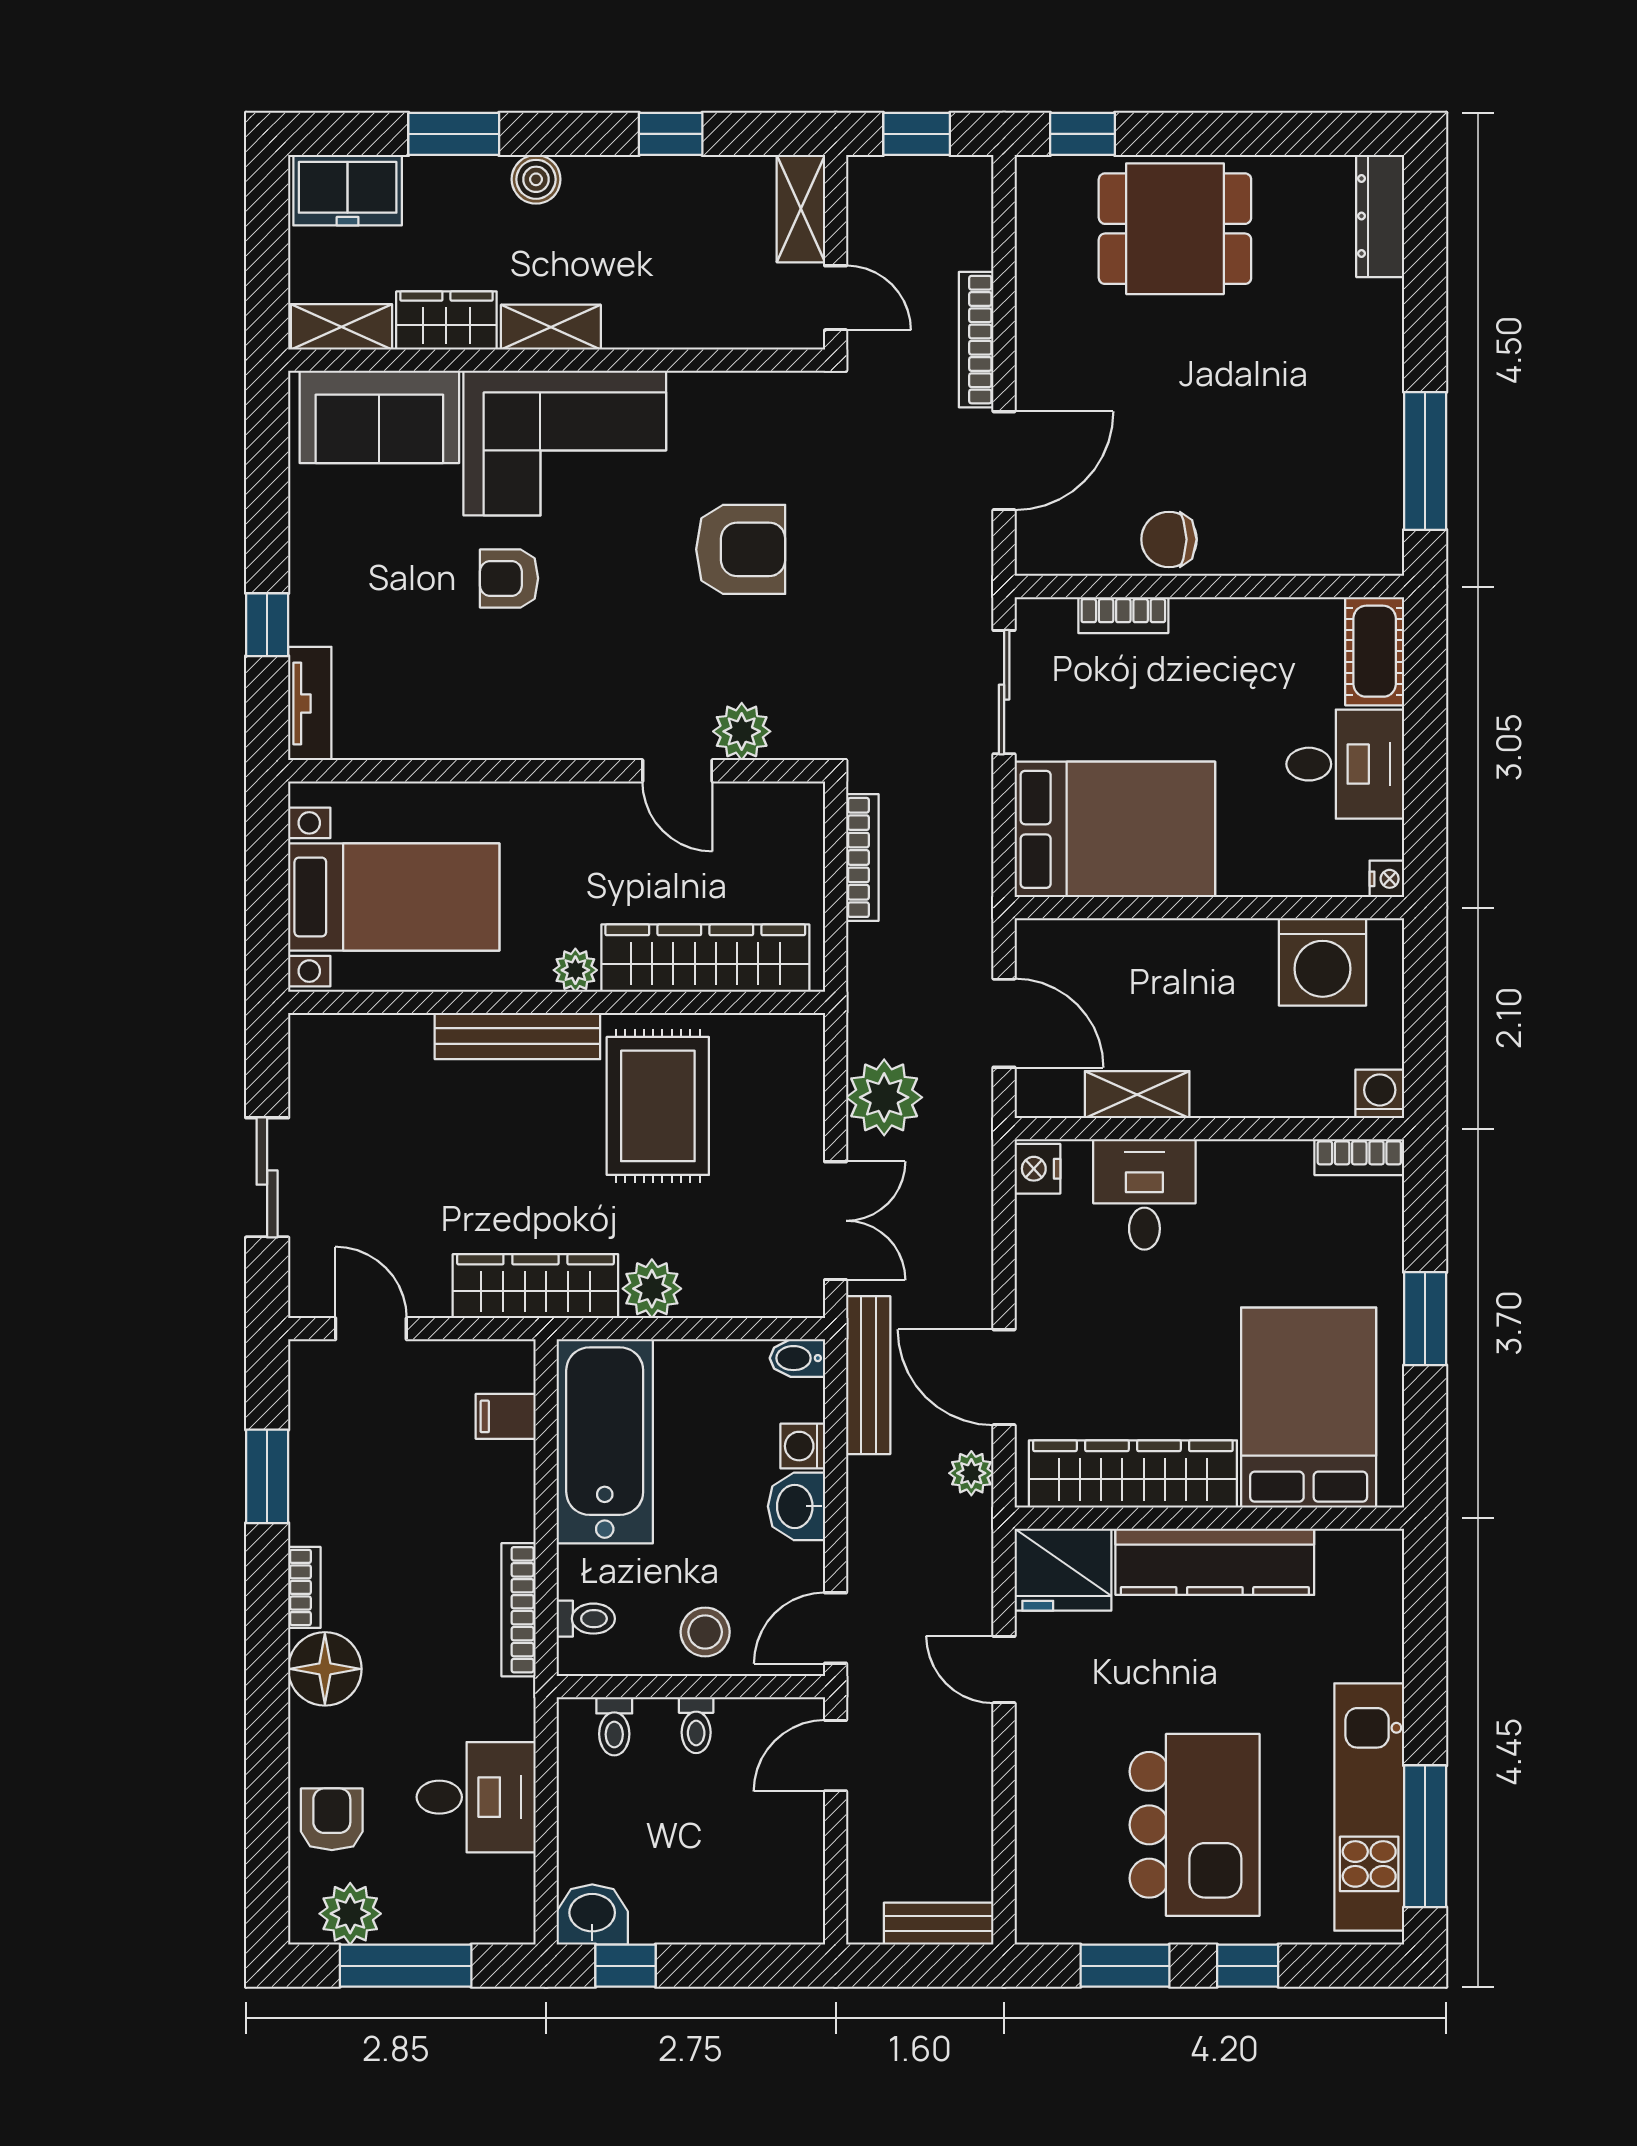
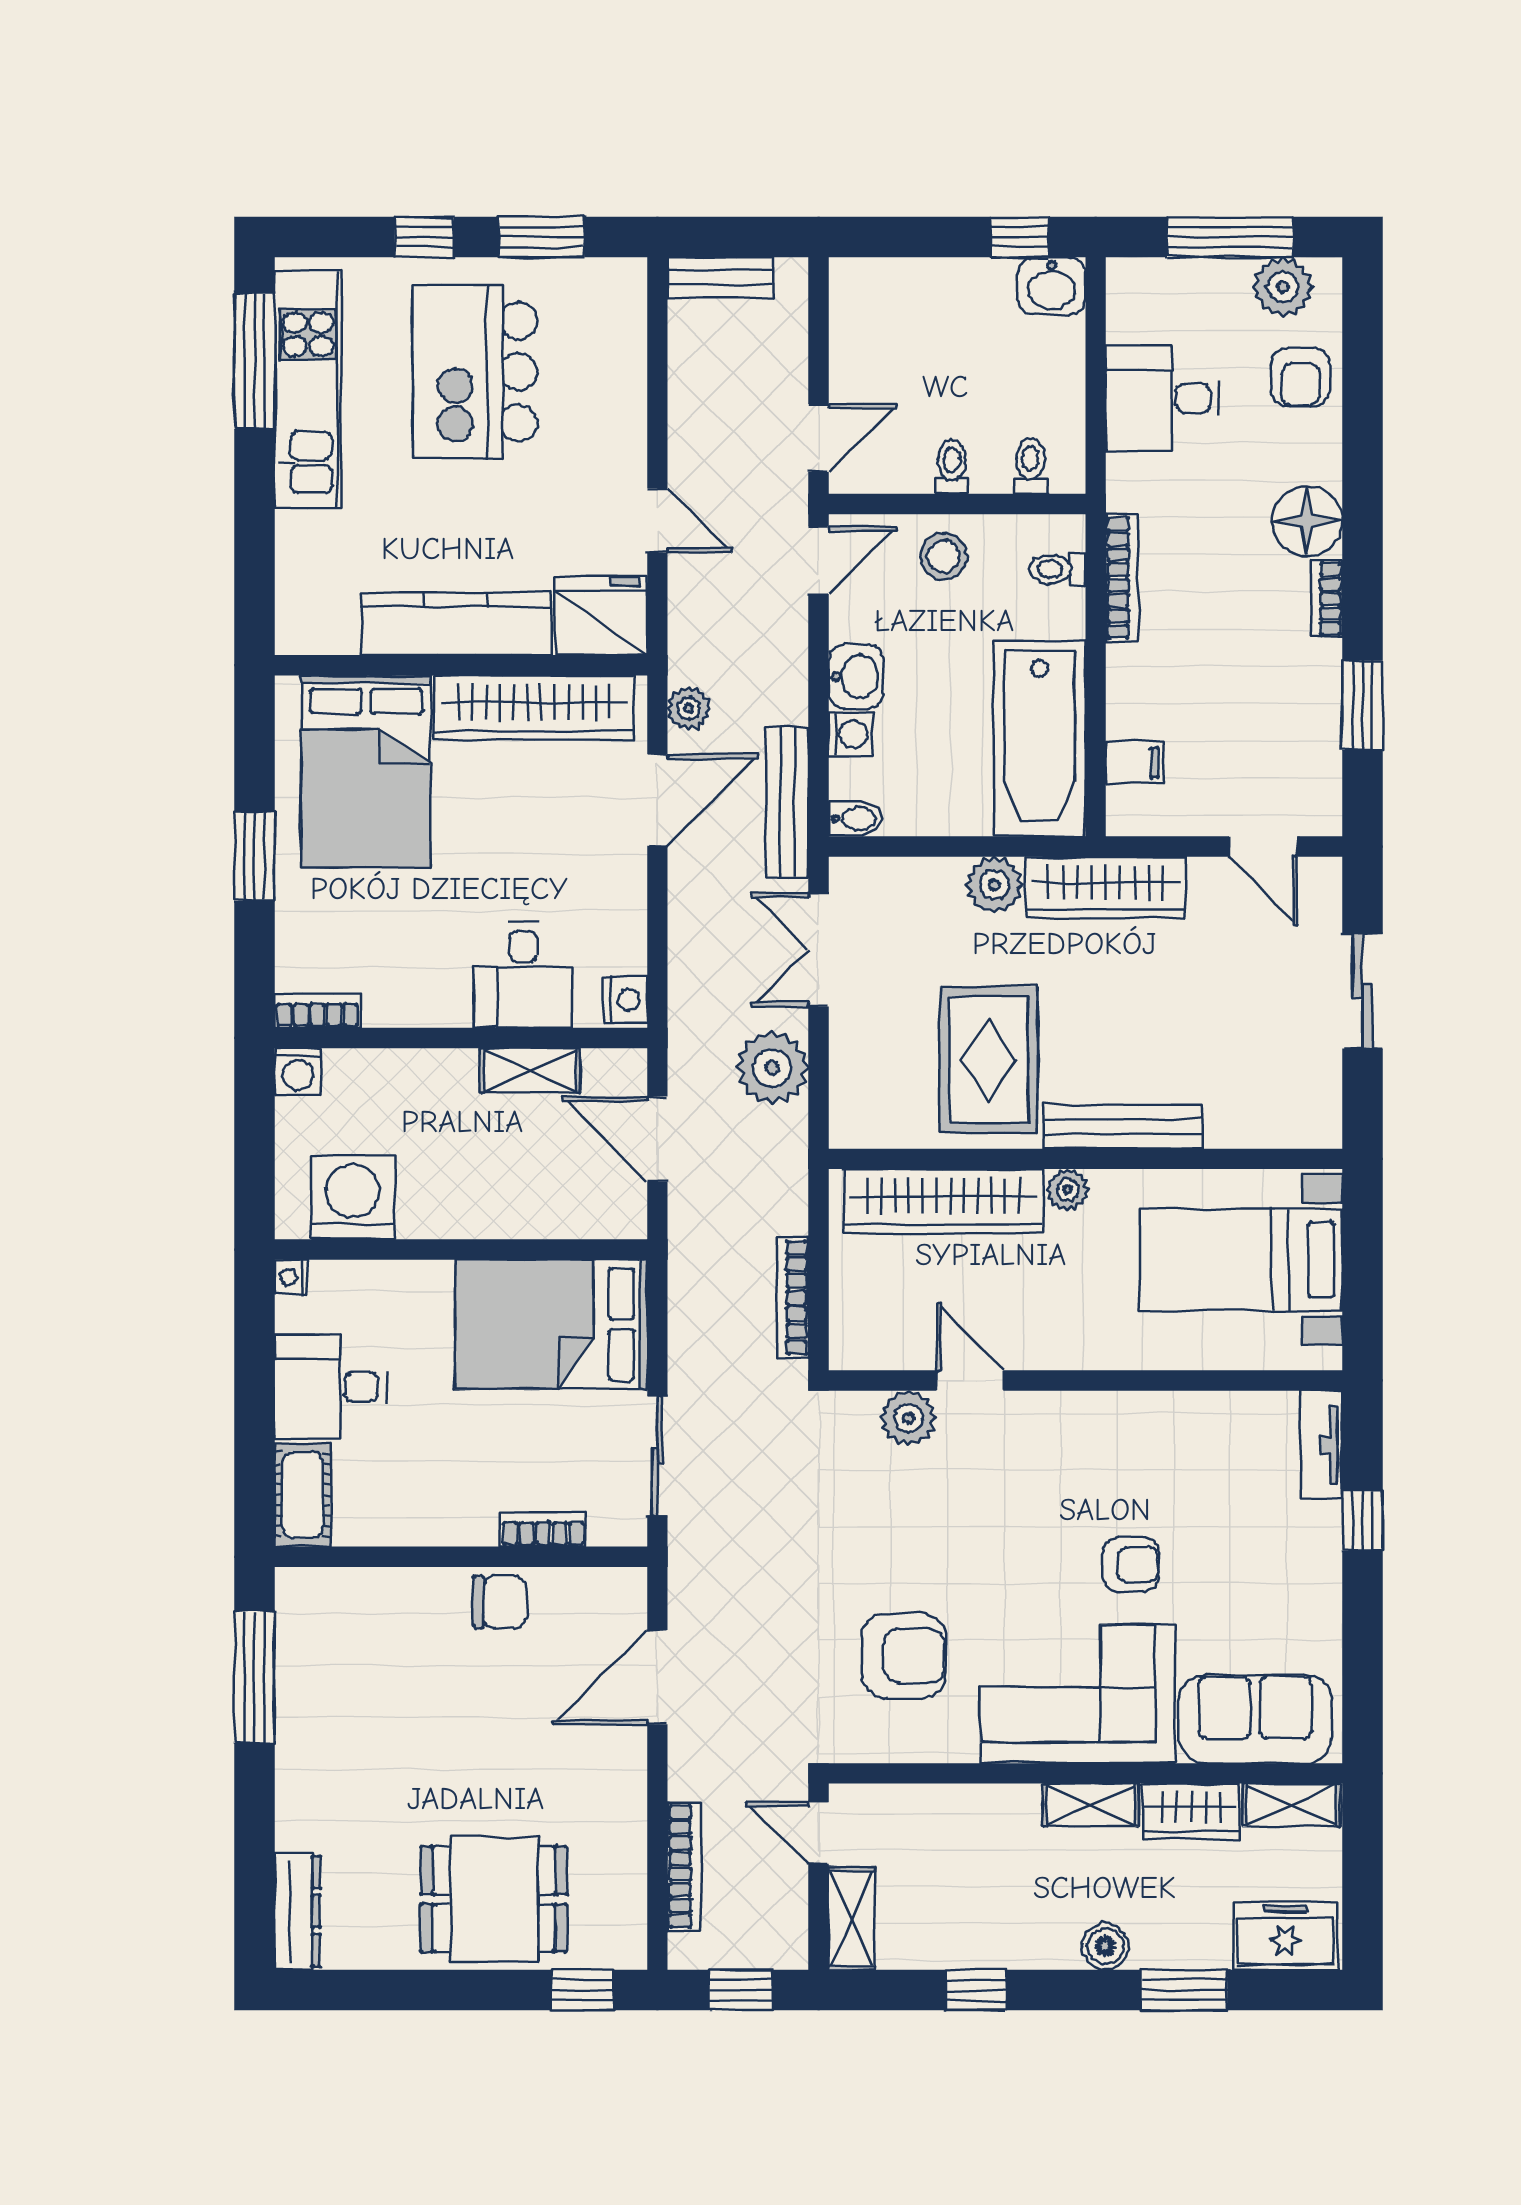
bookcase: (976, 340) -> (684, 1866), moved
armchair: (741, 549) -> (904, 1656), moved, turned 180
door: (1004, 1377) -> (657, 800), hinge flipped

